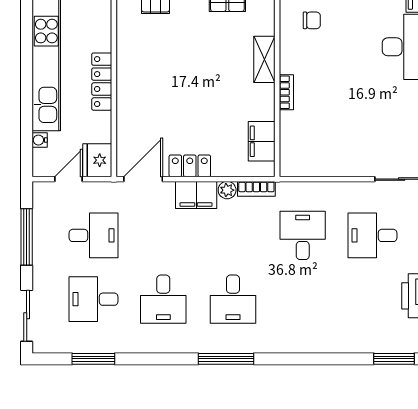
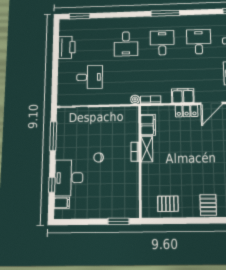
chair: (312, 20) -> (99, 157), moved
shelving: (264, 59) -> (147, 149), moved
plant: (227, 190) -> (135, 99), moved
desk: (303, 235) -> (126, 44), moved

